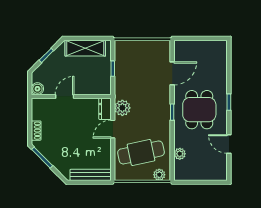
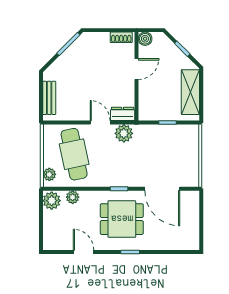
door: (172, 73) -> (162, 189), width x1.36
door: (65, 96) -> (136, 69), hinge flipped
shoe rack: (36, 131) -> (121, 37), moved
door: (229, 144) -> (84, 252), hinge flipped
plant: (183, 173) -> (52, 201), added
bench: (90, 175) -> (49, 98), width x0.73

